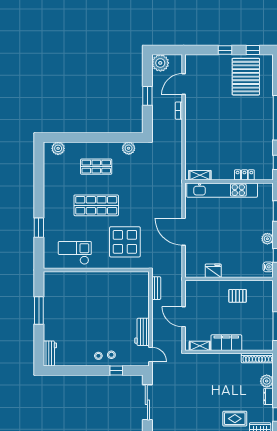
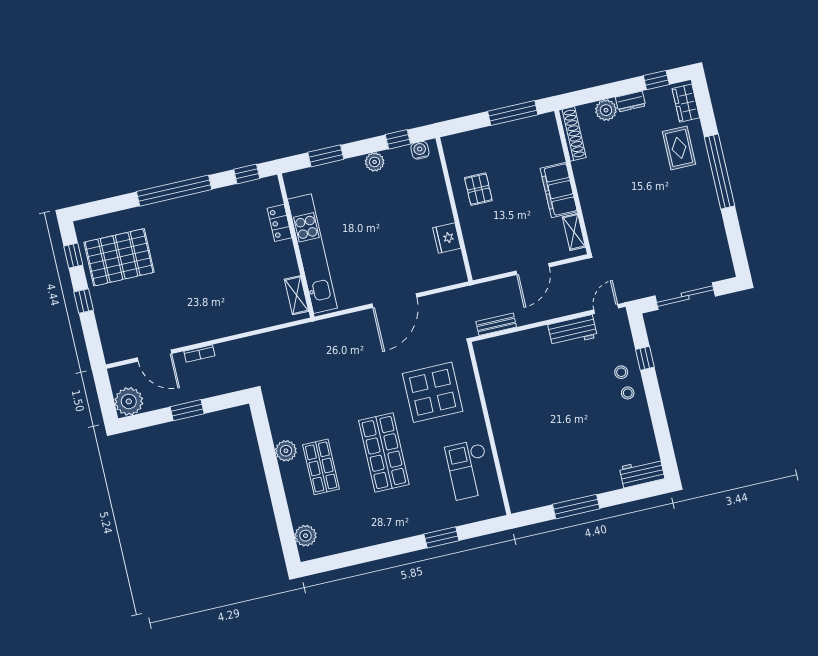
plant: (129, 148) -> (286, 451), moved

